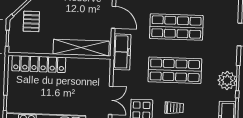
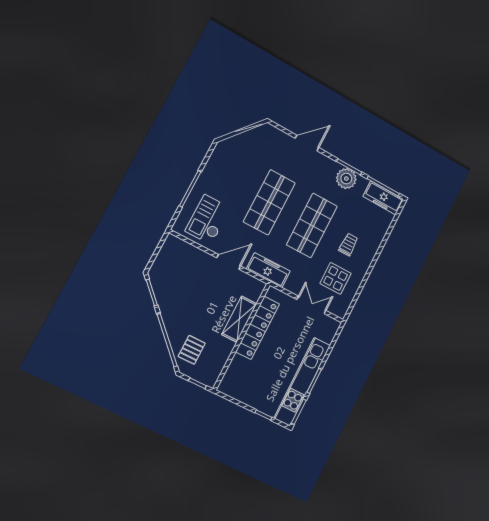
pallet: (31, 21) -> (192, 350), turned 90
shelving: (81, 48) -> (239, 319), width x0.68
locker: (39, 64) -> (258, 328), moved

